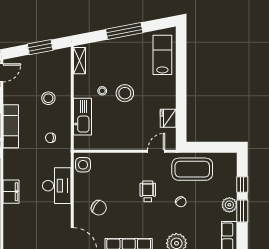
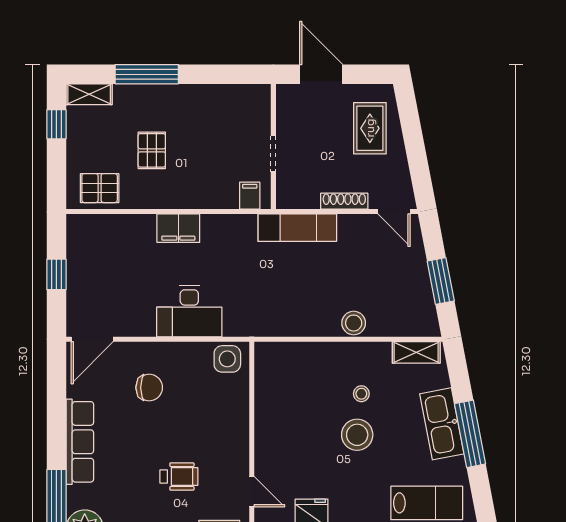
stool: (48, 98) -> (354, 323), moved
kitchen sink: (82, 117) -> (442, 424), moved, turned 79
chair: (50, 138) -> (276, 300), removed
chair: (99, 208) -> (149, 388), turned -123

